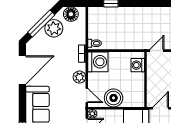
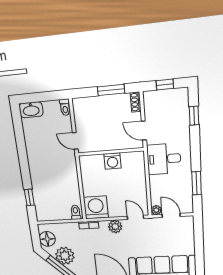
washing machine: (138, 65) -> (112, 161), moved
door: (87, 95) -> (135, 217), hinge flipped
boiler: (114, 98) -> (136, 187), removed

